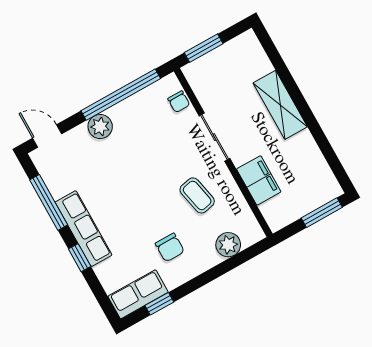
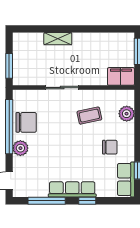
chair: (179, 102) -> (26, 122), moved, width x1.87, depth x1.87
shelving: (280, 105) -> (58, 39), width x0.67, depth x0.75
filing cabinet: (259, 180) -> (121, 76), moved

